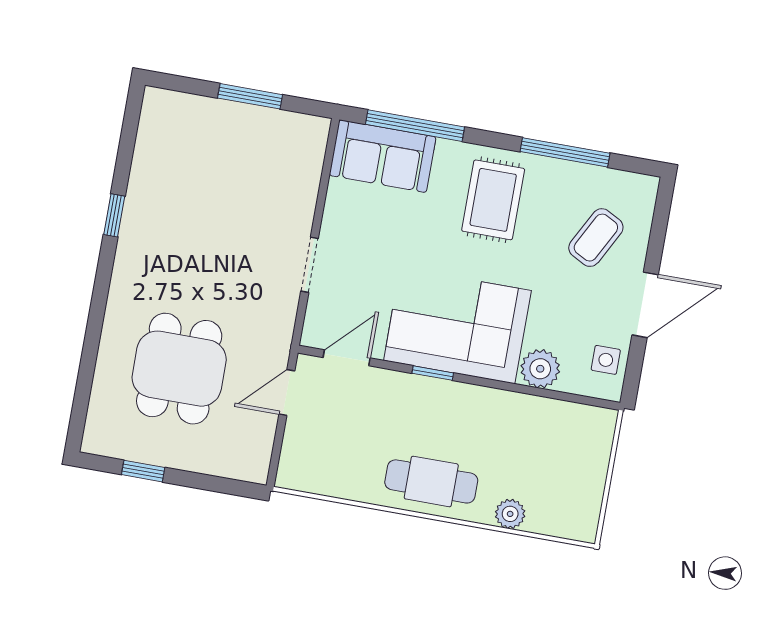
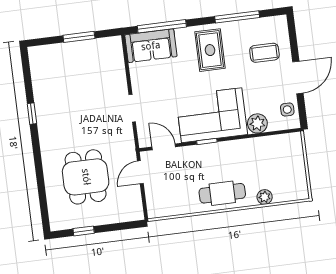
coffee table: (596, 238) -> (264, 53), turned 62
door: (347, 358) -> (164, 147), hinge flipped

